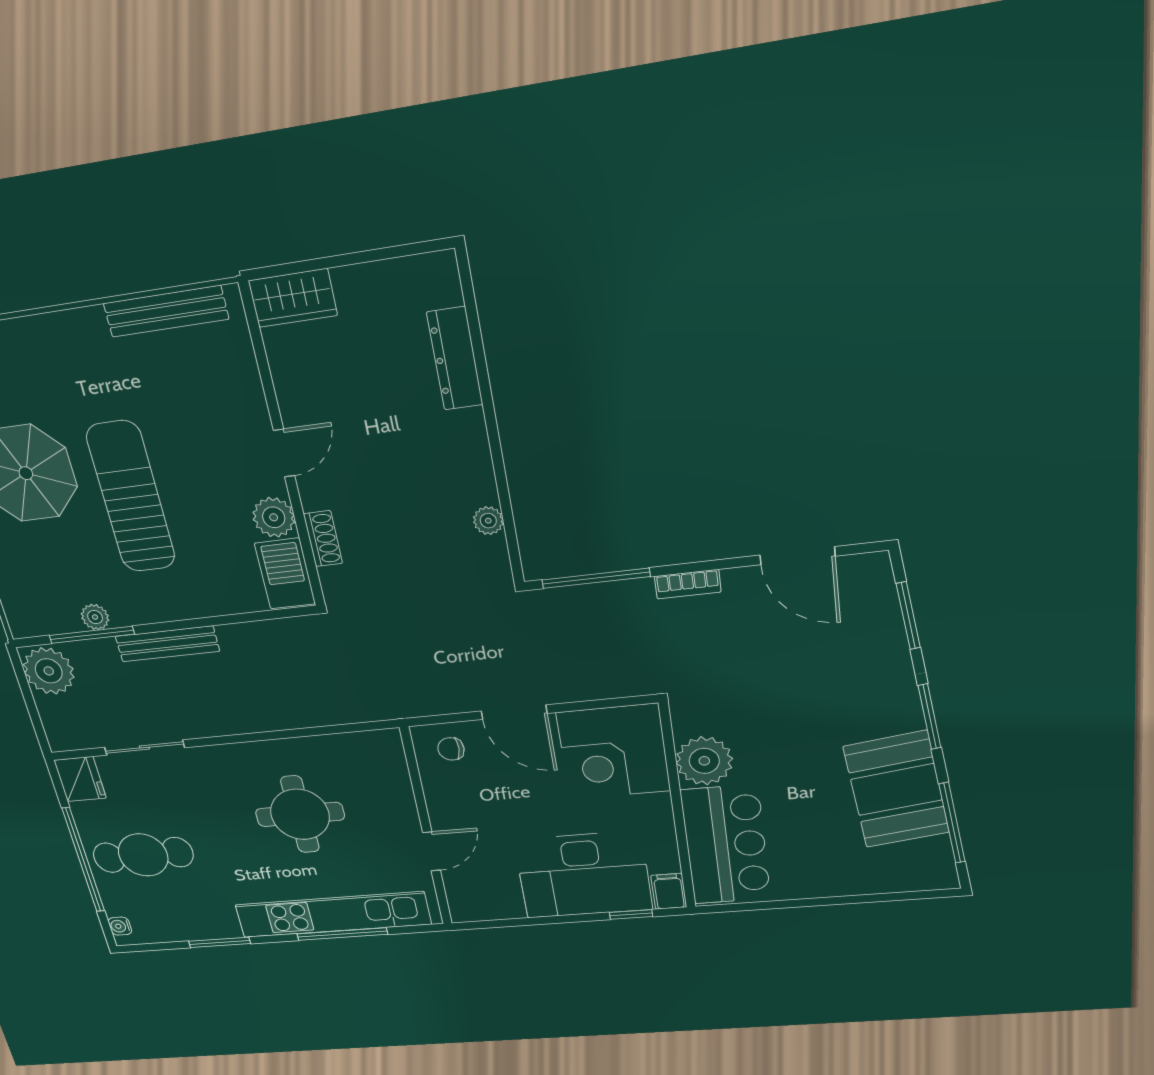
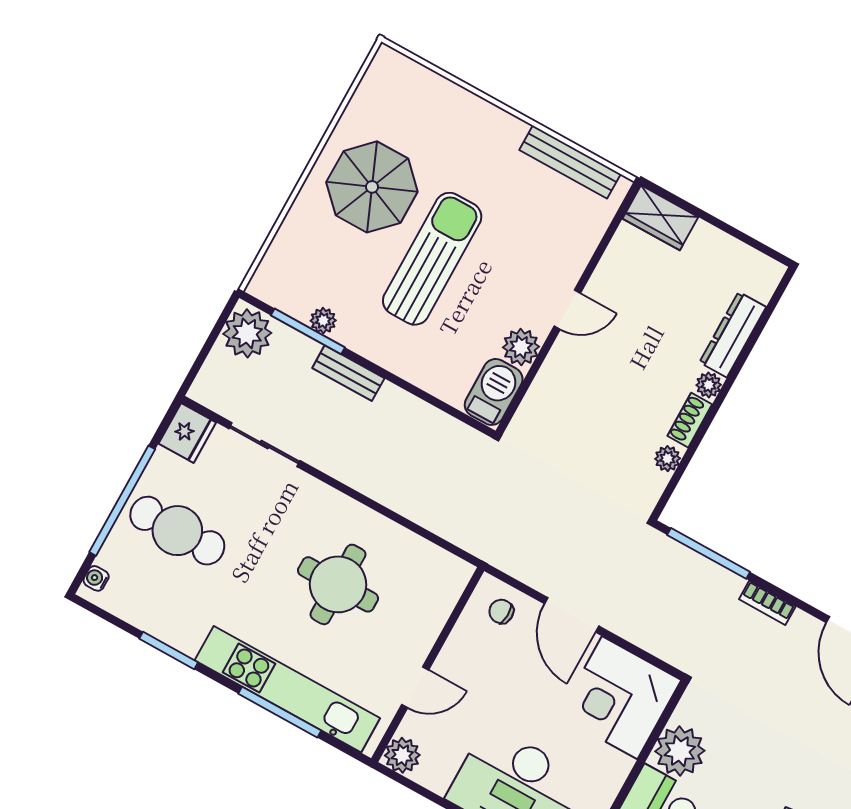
plant: (471, 425) -> (709, 385), added
shoe rack: (323, 539) -> (690, 420), moved, turned 180
bench: (167, 644) -> (348, 373), width x0.73
plant: (466, 907) -> (402, 755), added

